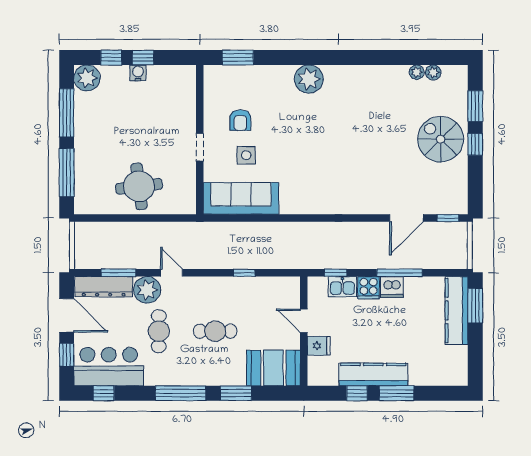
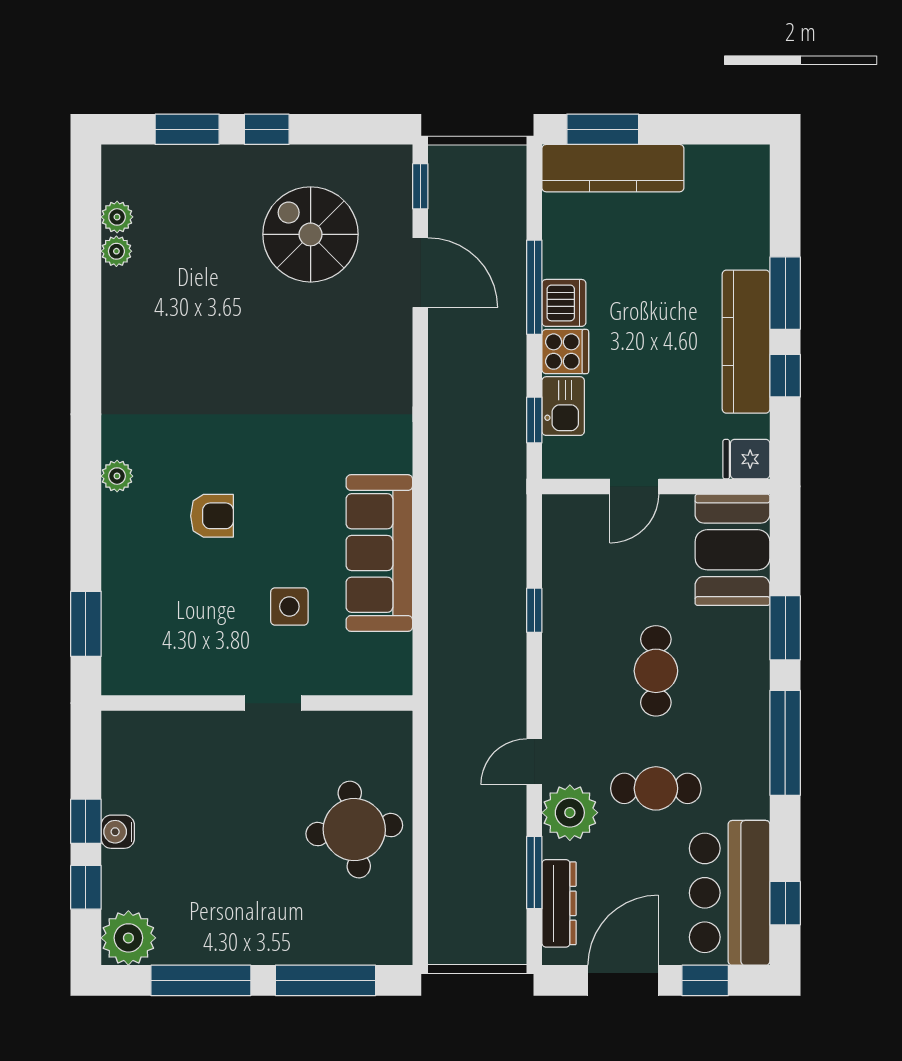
plant: (309, 79) -> (117, 476), width x0.53, depth x0.53
armchair: (240, 120) -> (212, 516), moved
spiral stairs: (441, 139) -> (311, 234), moved, turned 90
sofa: (241, 198) -> (379, 553), moved
dresser: (104, 287) -> (559, 903), width x0.73, depth x0.80
fridge: (319, 346) -> (746, 459), moved, turned -90

